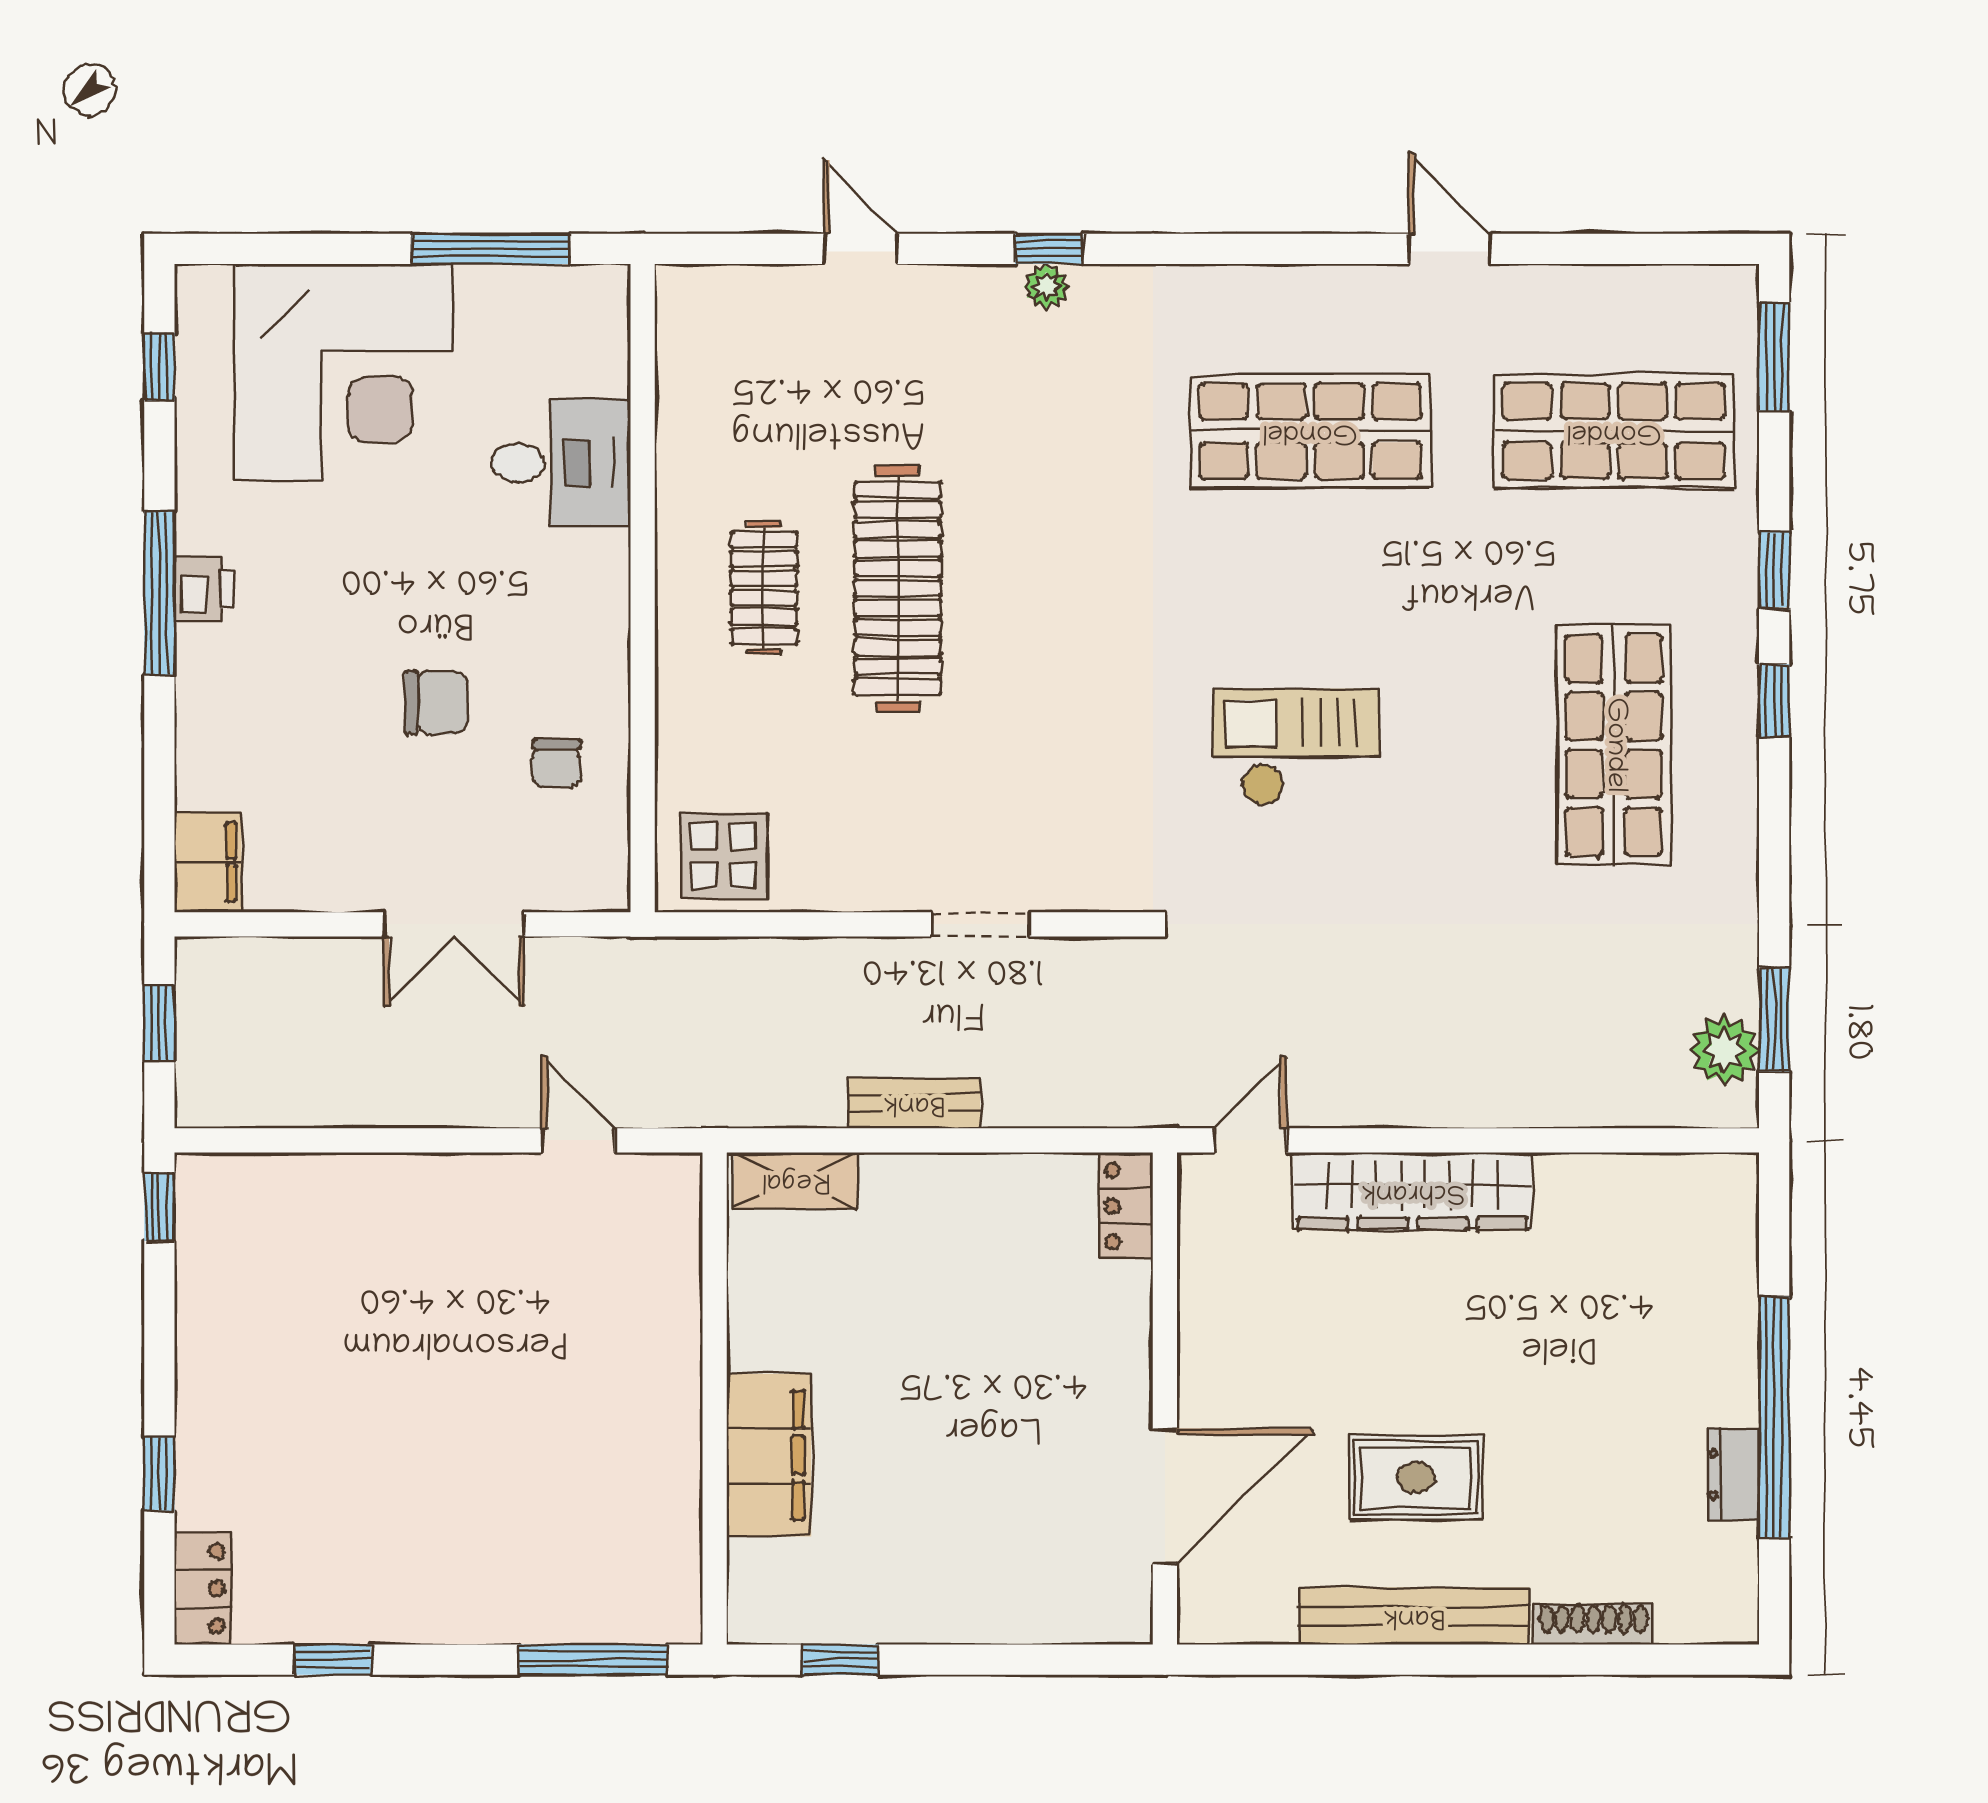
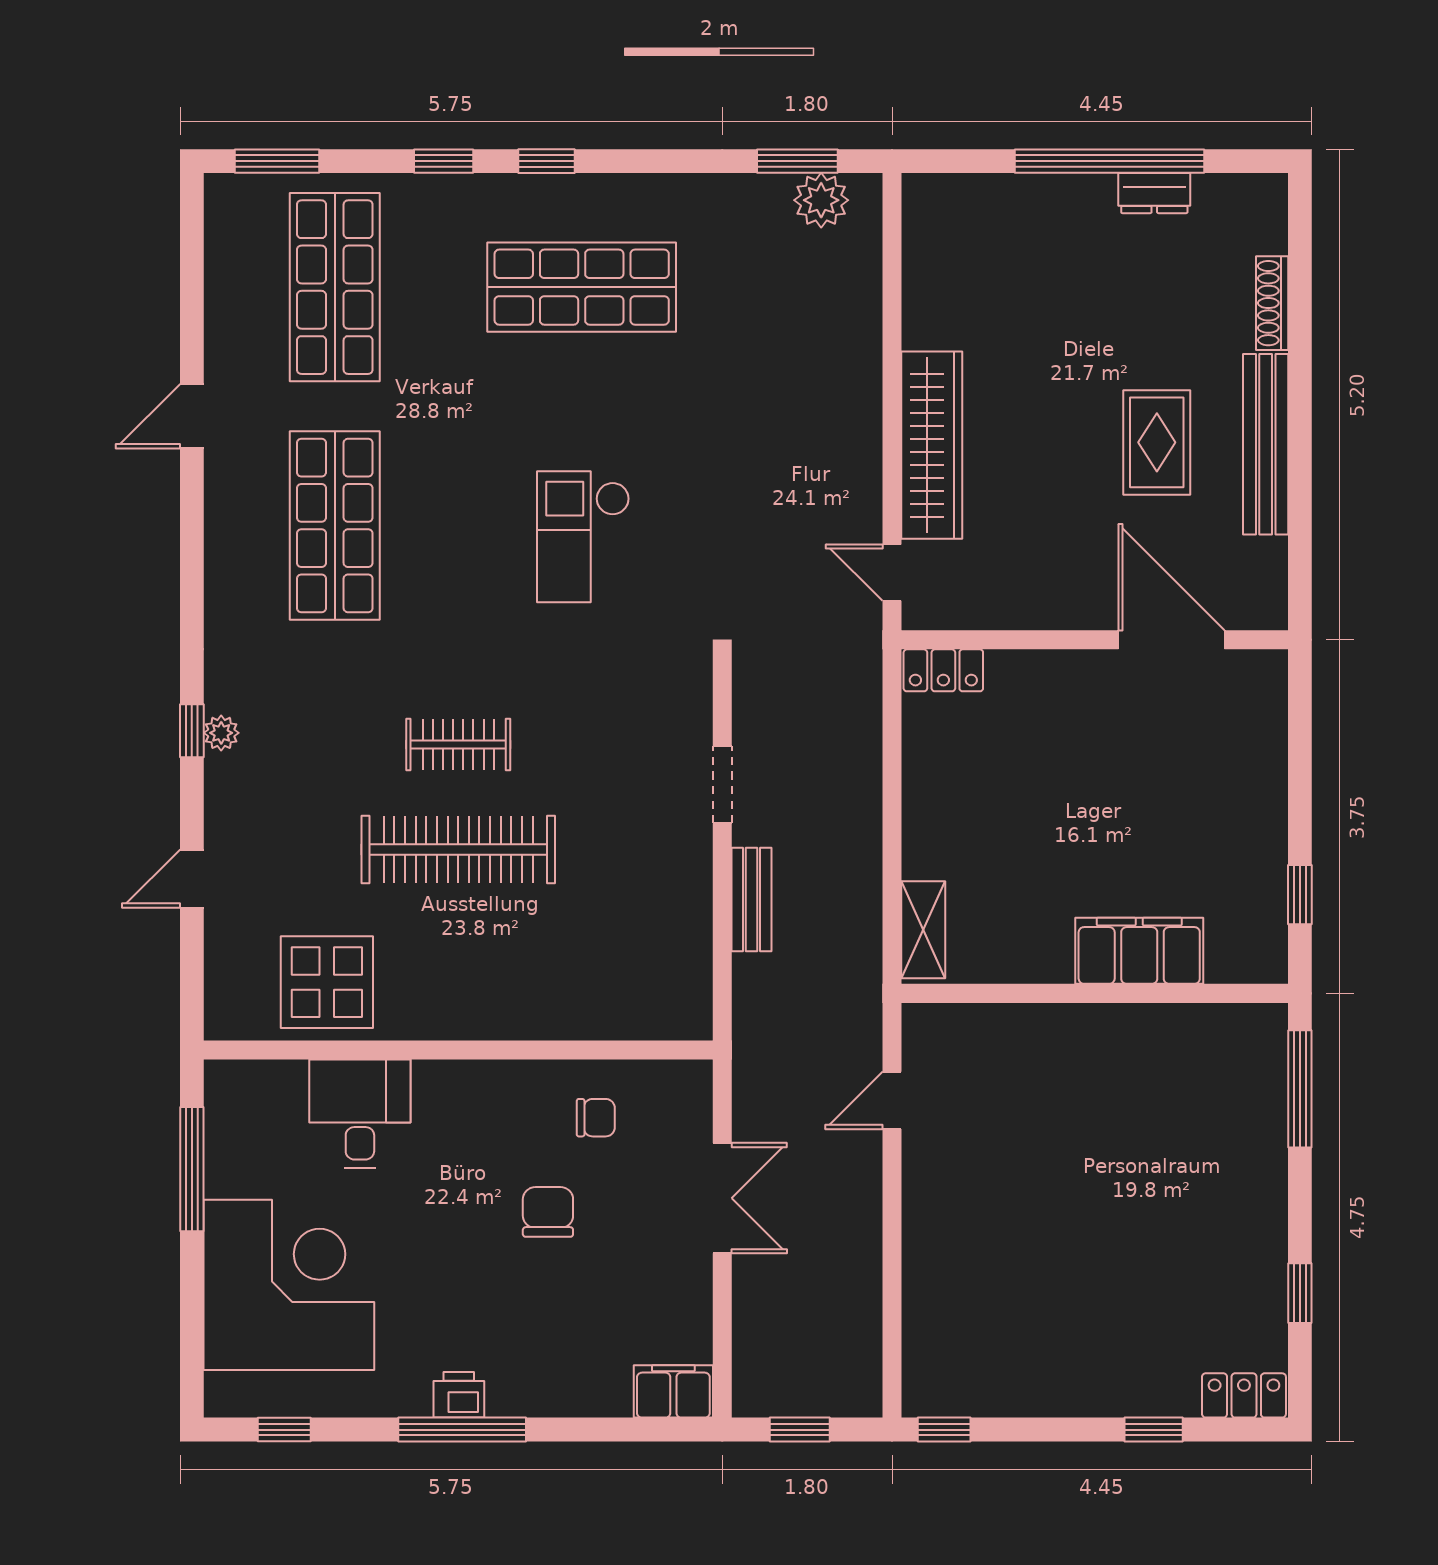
clothes rail: (764, 588) -> (458, 744), moved
display table: (724, 856) -> (327, 982), moved, width x1.36, depth x1.36
bench: (914, 1103) -> (752, 899), moved

